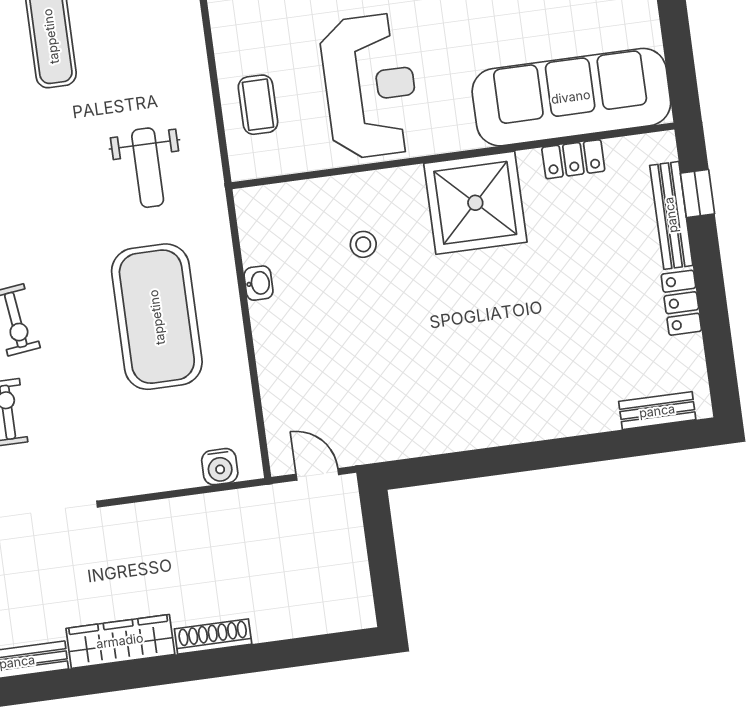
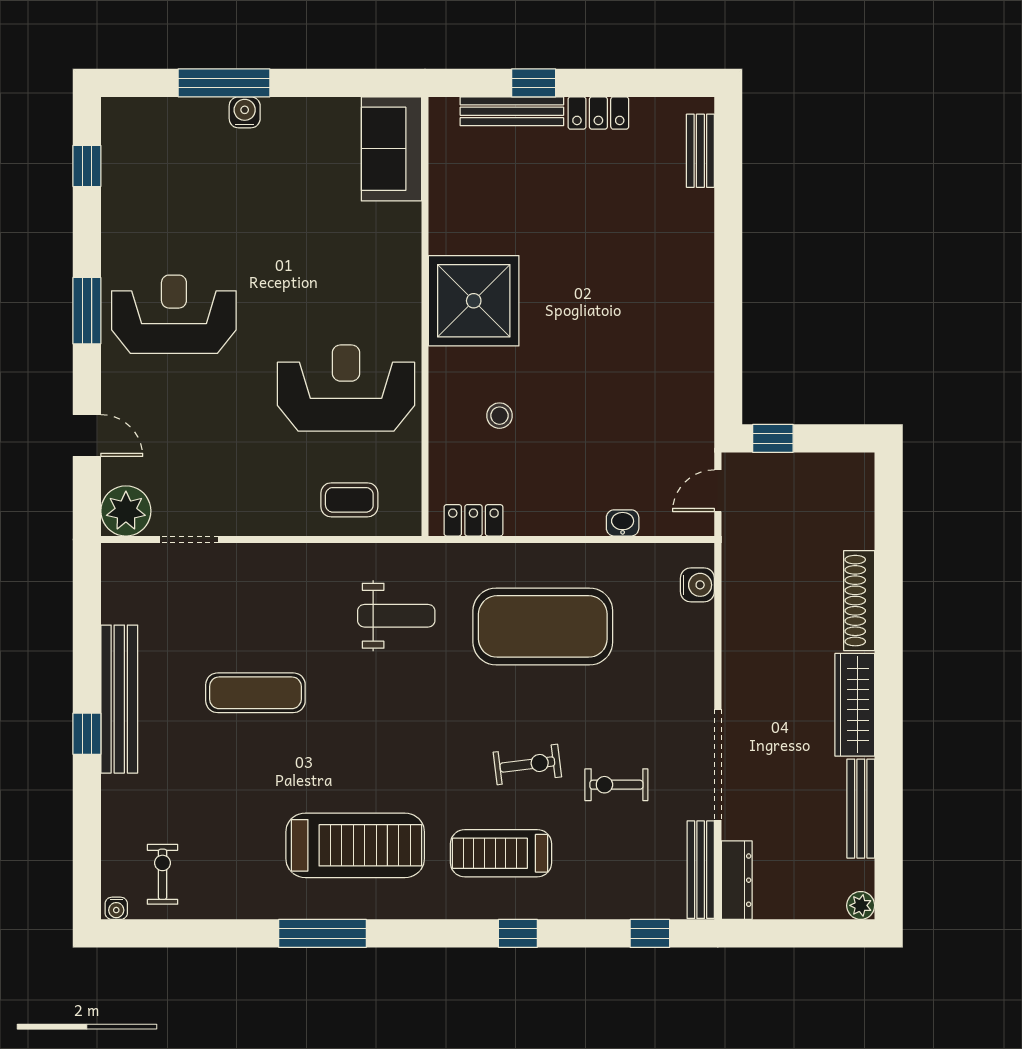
sofa: (571, 97) -> (391, 149), width x0.54, depth x0.79
locker: (573, 159) -> (473, 520), moved, turned -90
window: (697, 194) -> (534, 83), moved
washbasin: (258, 283) -> (623, 523), moved
window: (377, 523) -> (773, 438), added
shoe rack: (213, 636) -> (859, 601), width x1.36, depth x1.24

